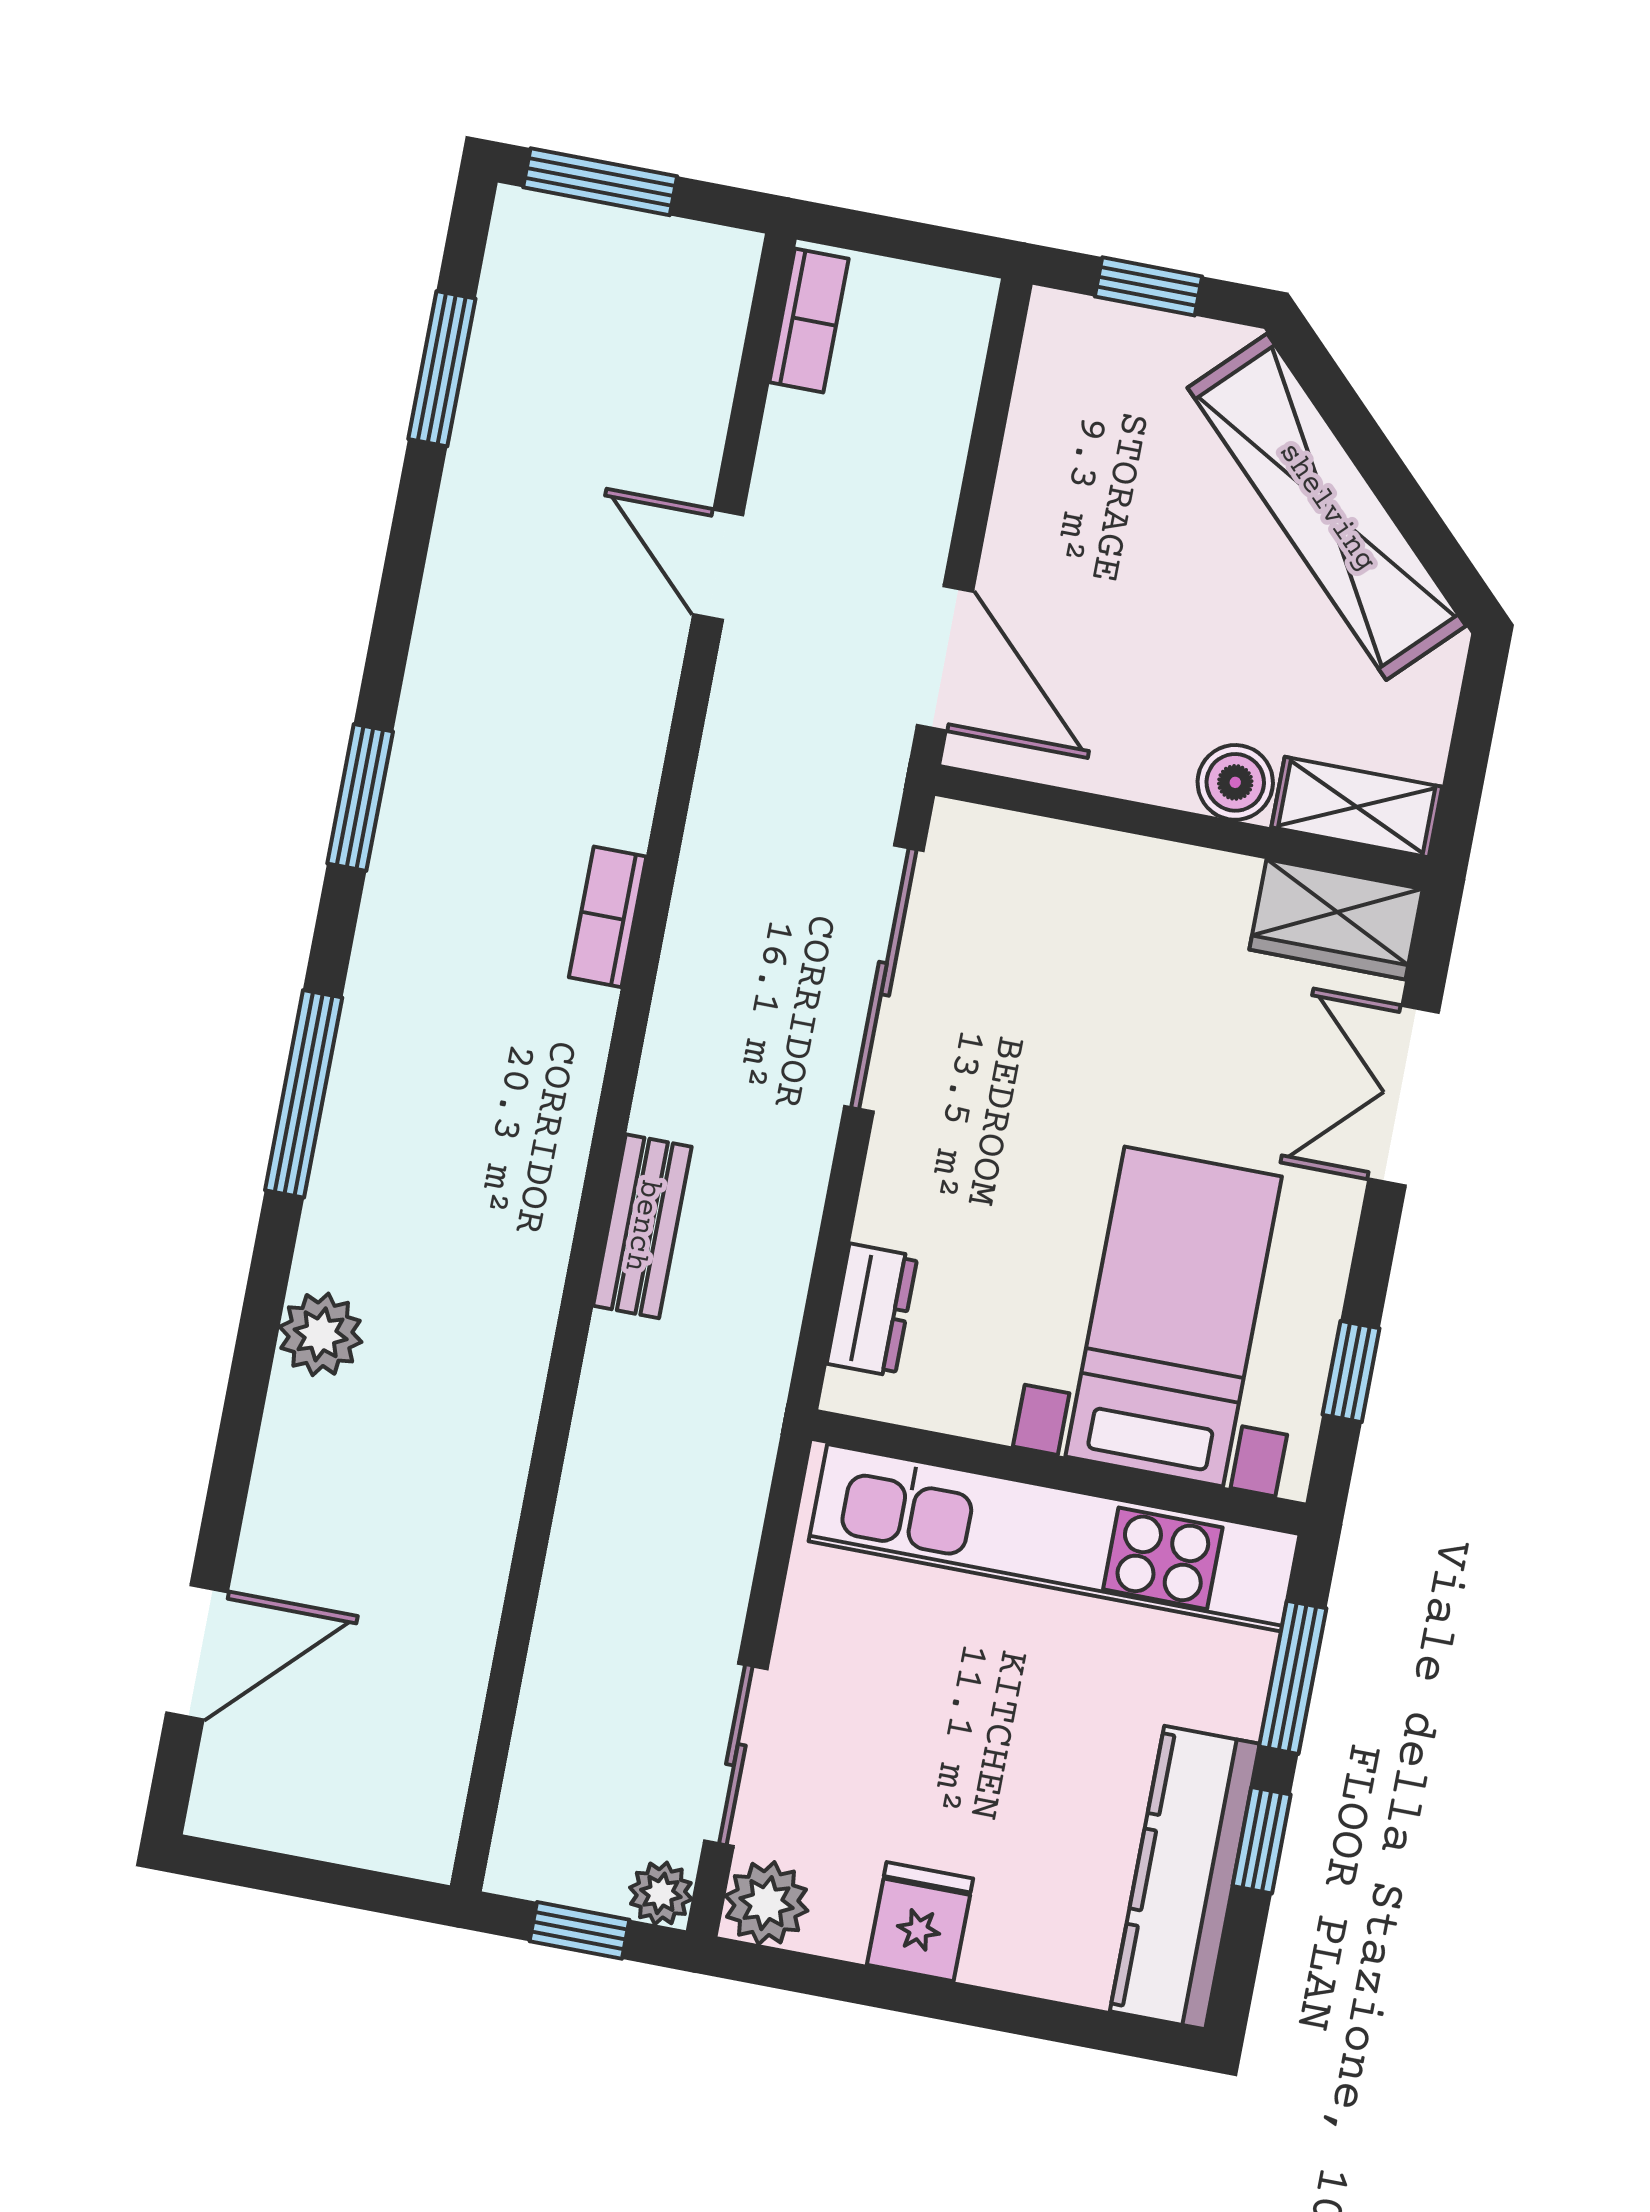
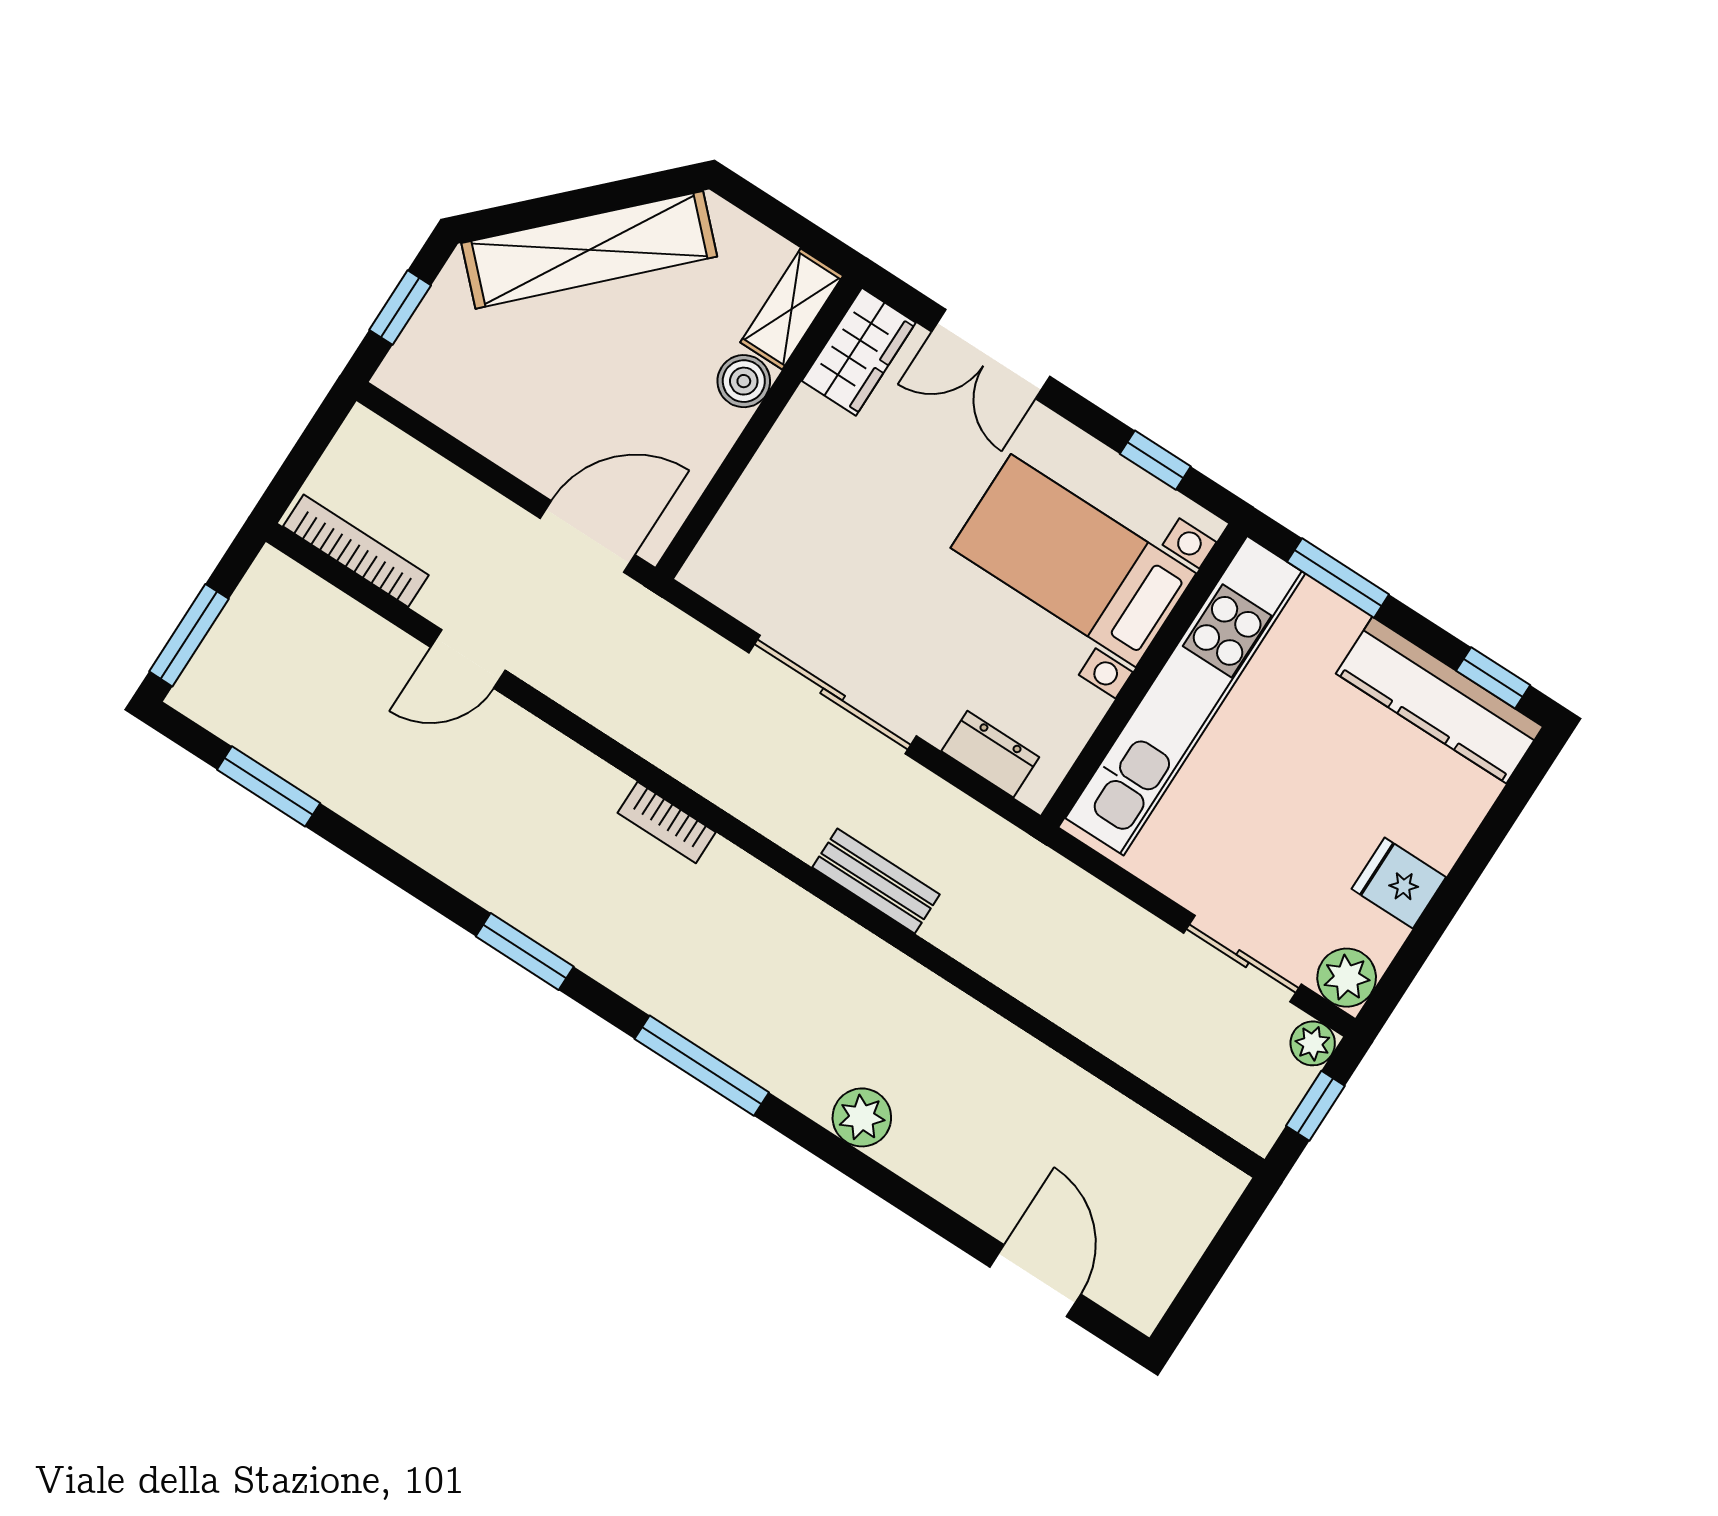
bookcase: (809, 320) -> (356, 551), width x1.56
sliding door: (884, 979) -> (833, 694), moved
window: (1262, 1840) -> (1493, 678), moved

